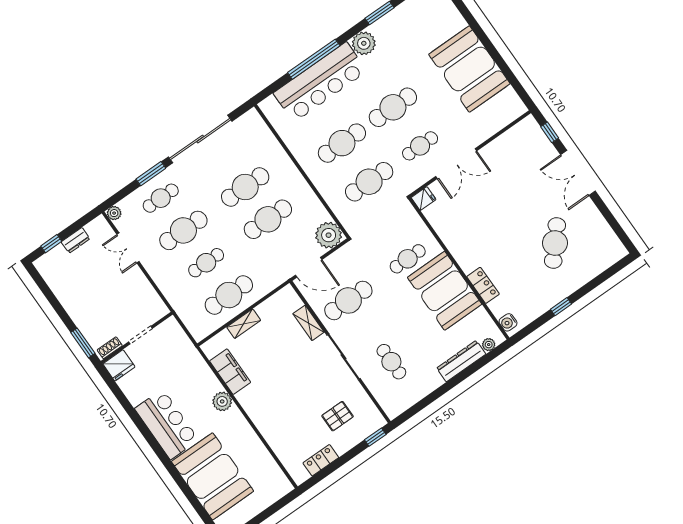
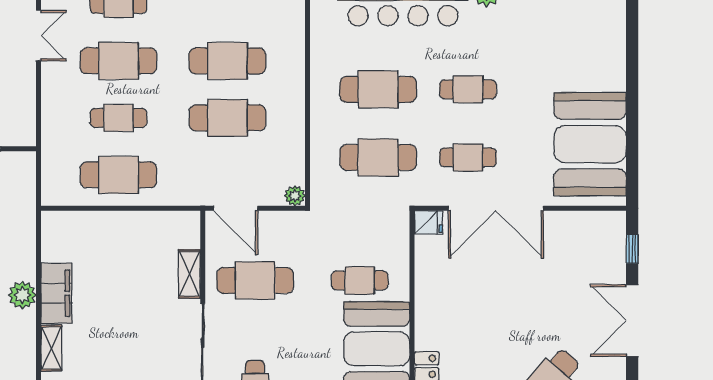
booth: (469, 69) -> (590, 144), moved
cafe table: (393, 107) -> (468, 89), width x0.73, depth x0.74
double door: (456, 164) -> (496, 208), width x1.36
plant: (329, 235) -> (295, 196), width x0.53, depth x0.53
double door: (128, 248) -> (39, 36), swing flipped
shelving: (244, 324) -> (51, 348), moved, turned 90
filing cabinet: (230, 372) -> (56, 293), moved

